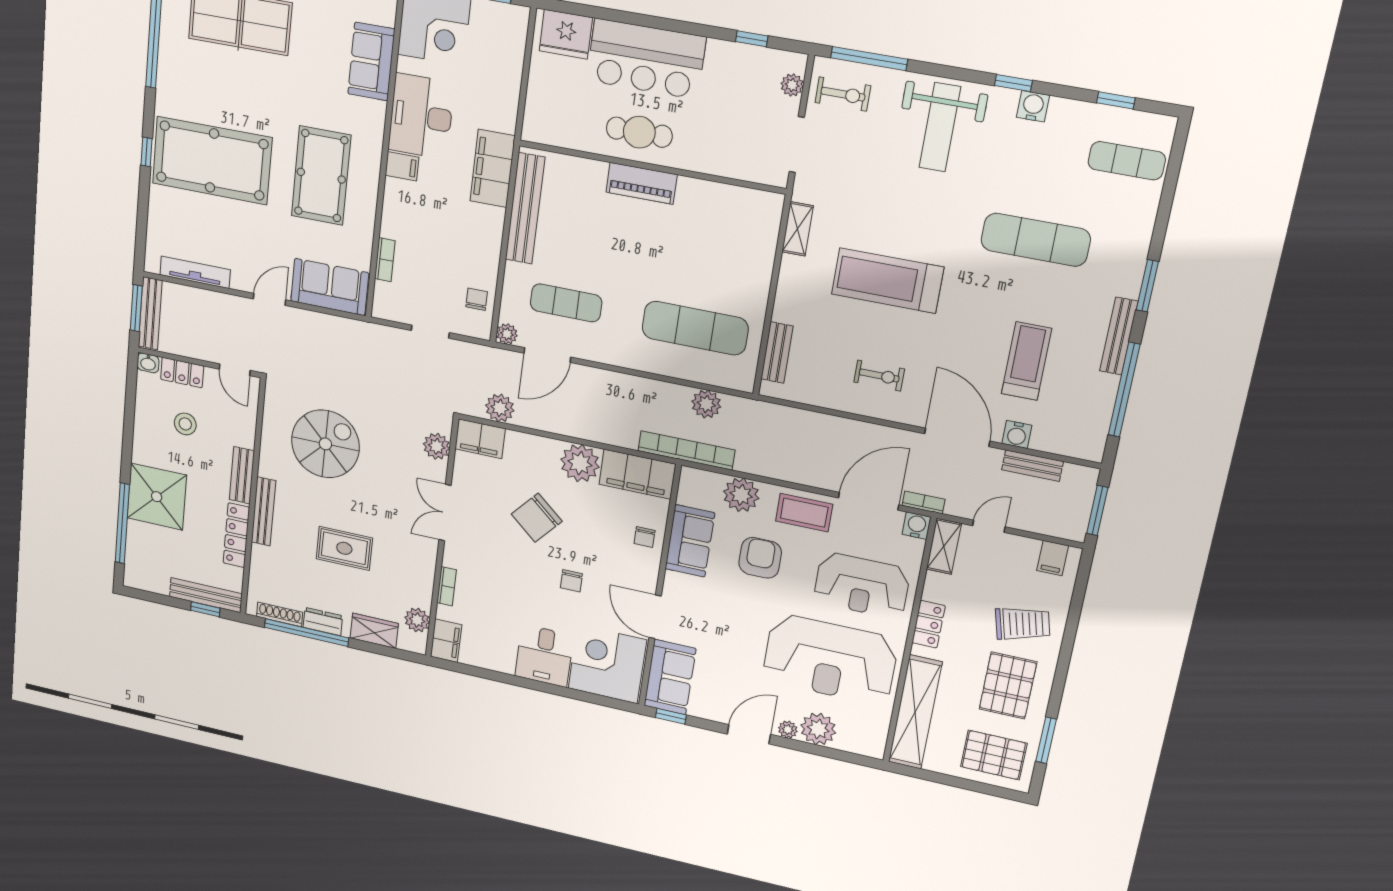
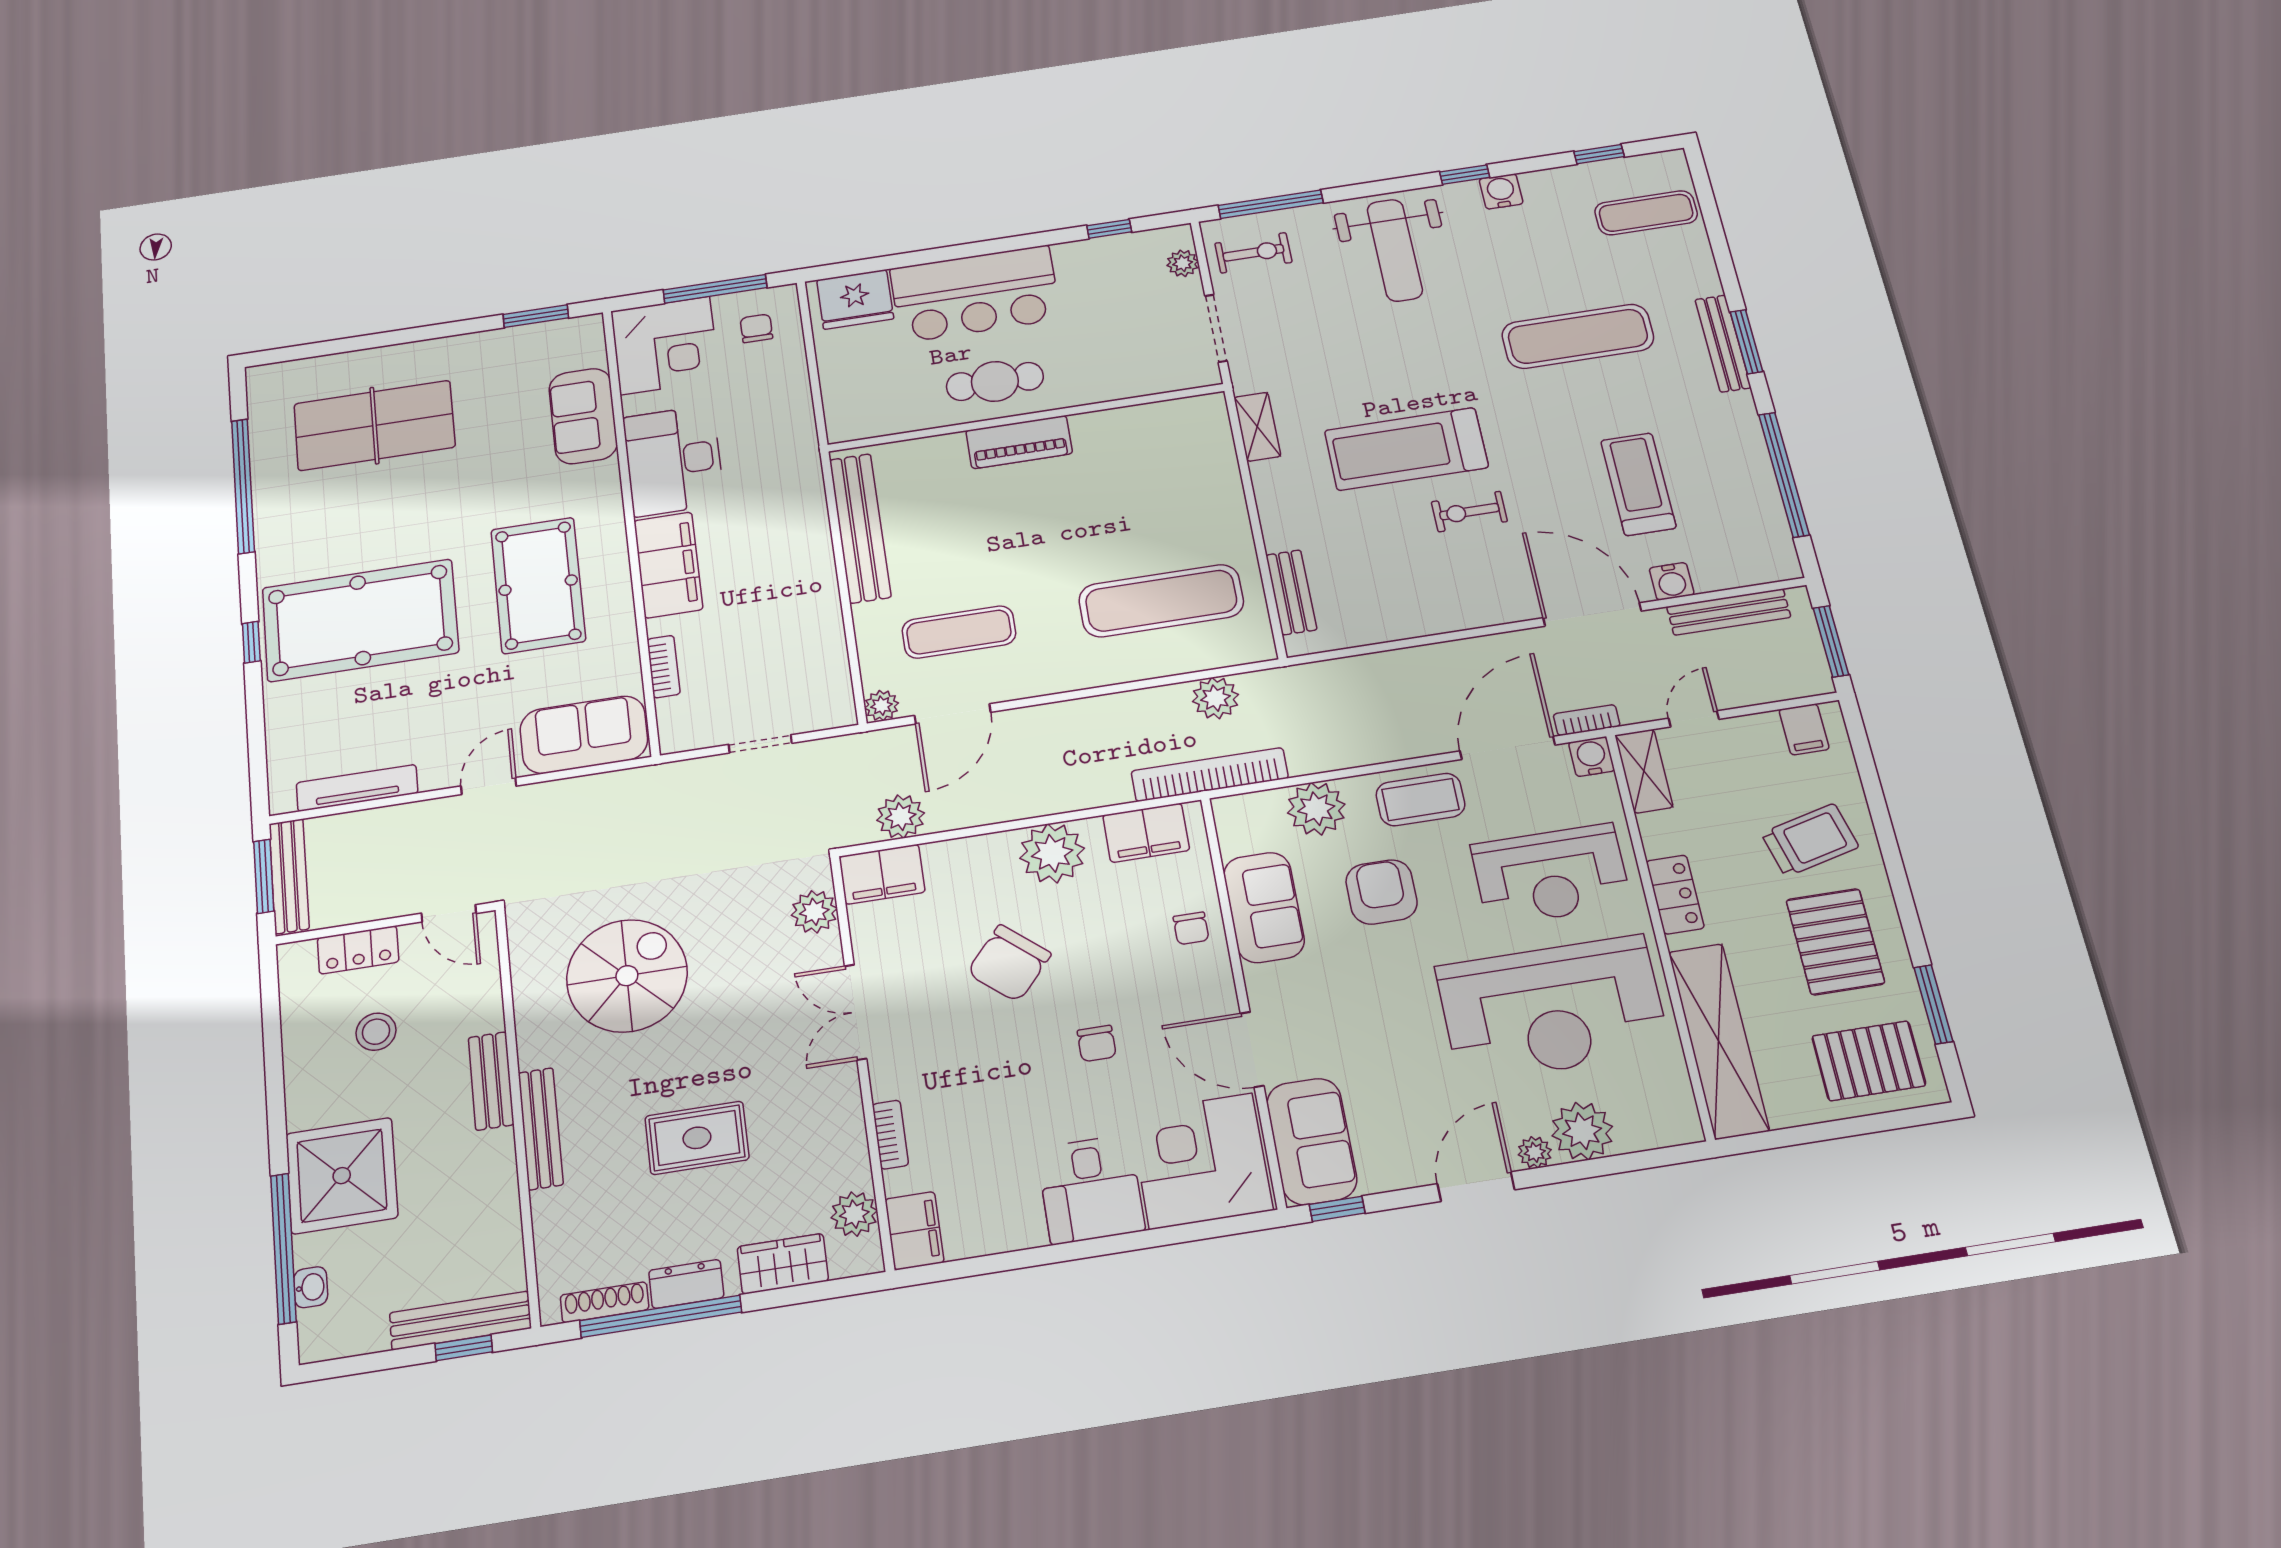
filing cabinet: (402, 166) -> (668, 565), width x3.00, depth x1.17
filing cabinet: (492, 168) -> (797, 493), removed
chair: (477, 299) -> (756, 328), moved
bench: (1119, 336) -> (1723, 343), moved
washbasin: (148, 363) -> (311, 1287), moved, turned -90
exercise bike: (879, 376) -> (1469, 512), moved, turned 180
bench: (1032, 466) -> (1729, 612), width x1.36
filing cabinet: (637, 474) -> (1146, 833), width x0.67, depth x0.86
locker: (236, 535) -> (499, 1189), removed

